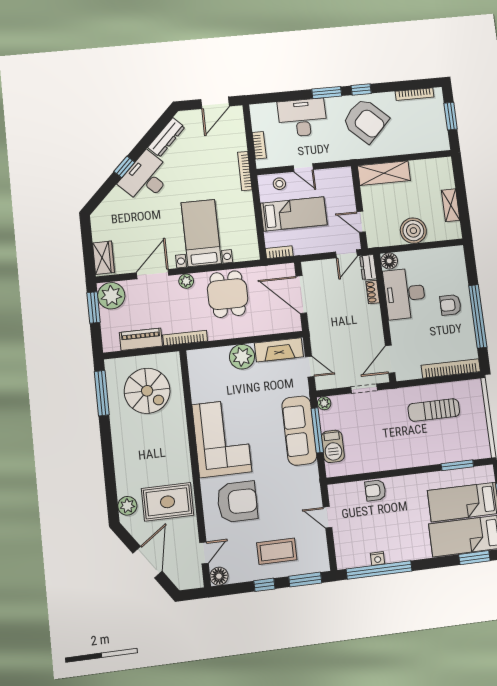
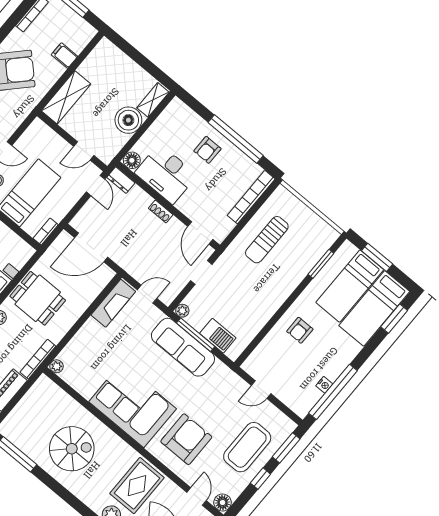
filing cabinet: (410, 144) -> (65, 56), added
shelving: (451, 205) -> (153, 100), moved, turned 90
shoe rack: (373, 292) -> (161, 211), moved
plant: (242, 357) -> (56, 366), moved, width x0.53, depth x0.53
spiral stairs: (147, 391) -> (72, 449), moved
armchair: (375, 490) -> (300, 330), moved
coffee table: (277, 551) -> (247, 447), width x1.36, depth x1.32

